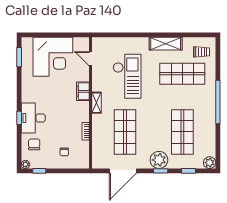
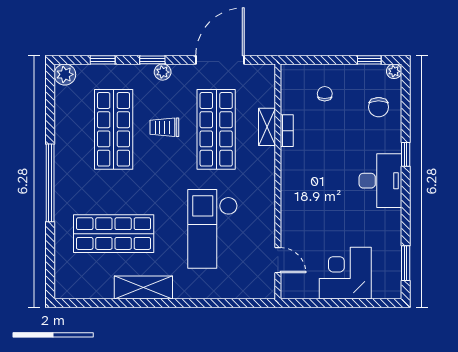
trolley: (202, 52) -> (164, 127), moved
corner desk: (53, 57) -> (345, 273), width x0.74, depth x0.74
filing cabinet: (83, 91) -> (291, 202), removed
shelving: (97, 103) -> (267, 127), moved
desk: (33, 118) -> (380, 181), moved
plant: (159, 160) -> (163, 72), width x0.53, depth x0.53

